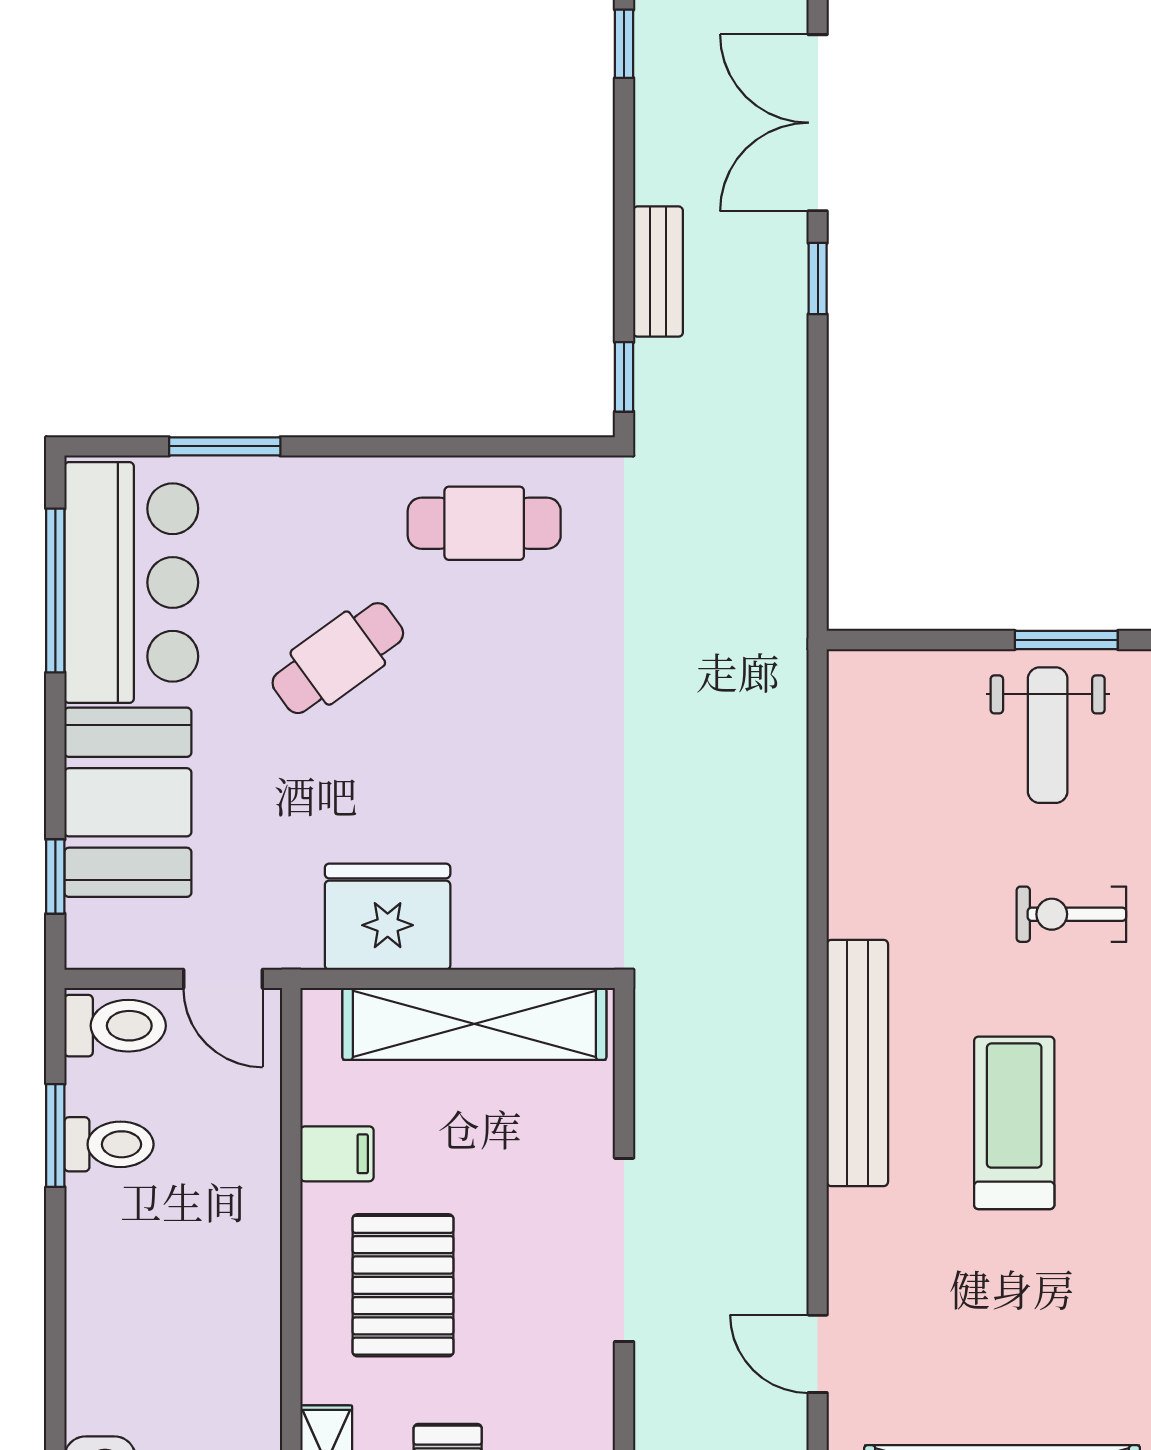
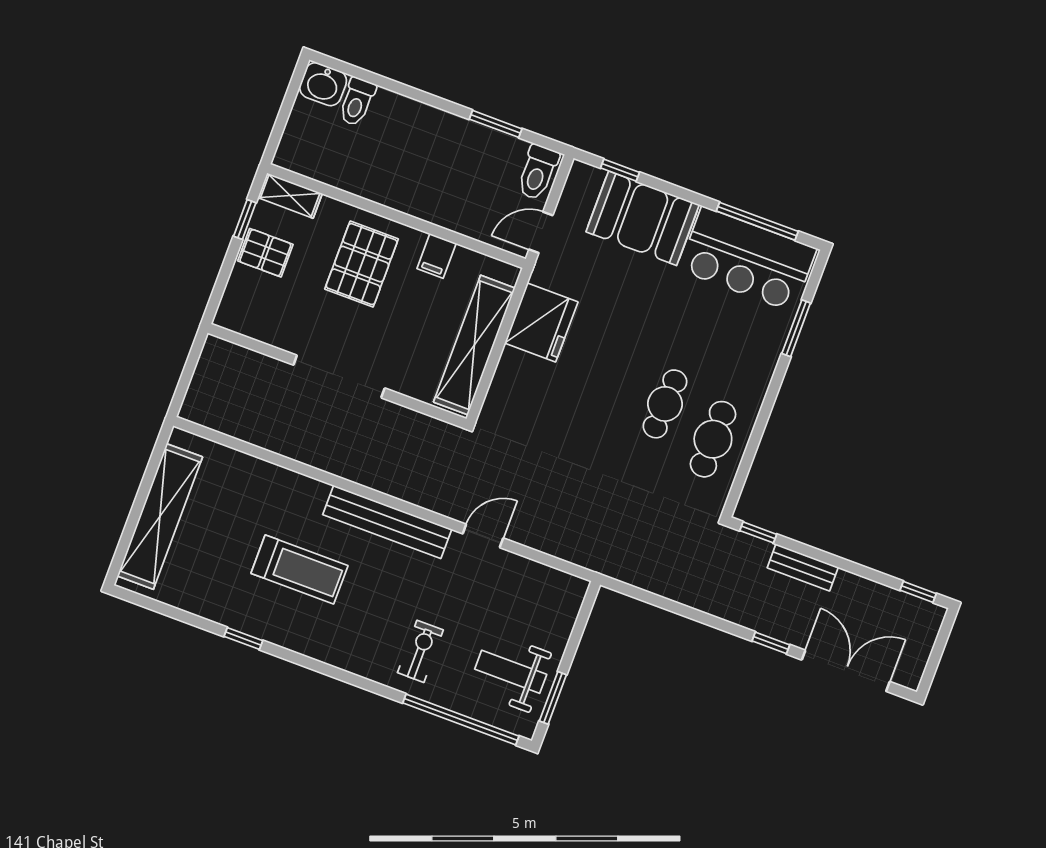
cafe table: (338, 658) -> (665, 404), moved, turned 39
treadmill: (1014, 1123) -> (299, 569), moved
toilet: (109, 1144) -> (357, 102), moved
pallet: (403, 1285) -> (362, 264), turned 90
door: (818, 1354) -> (483, 536), moved

